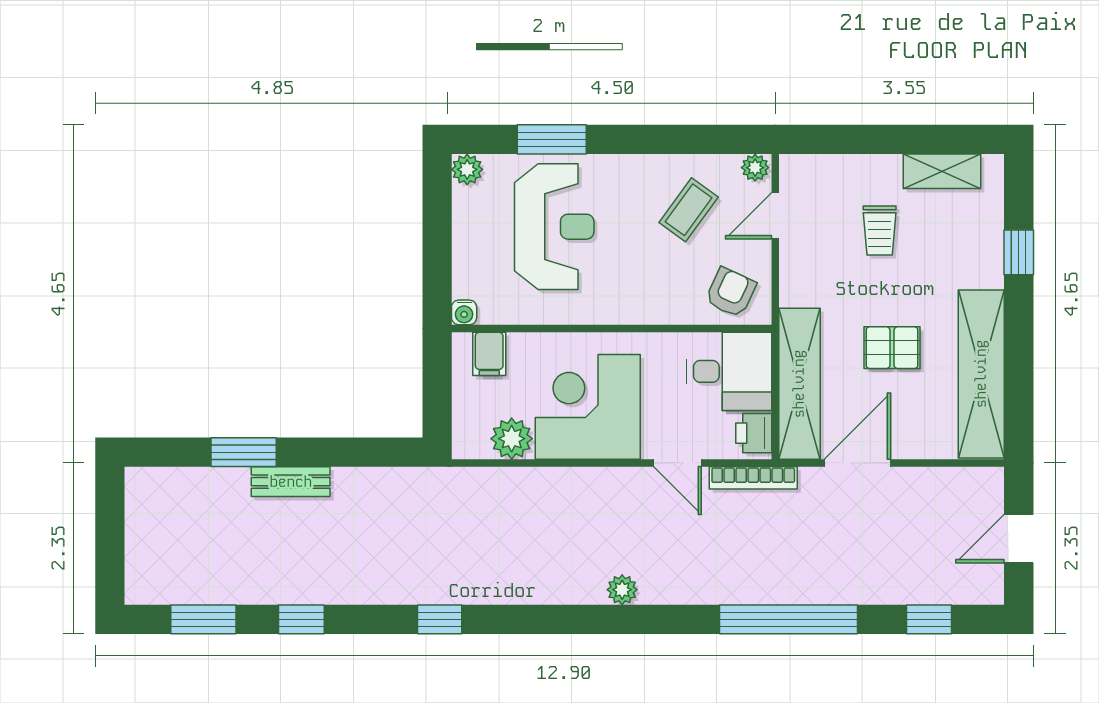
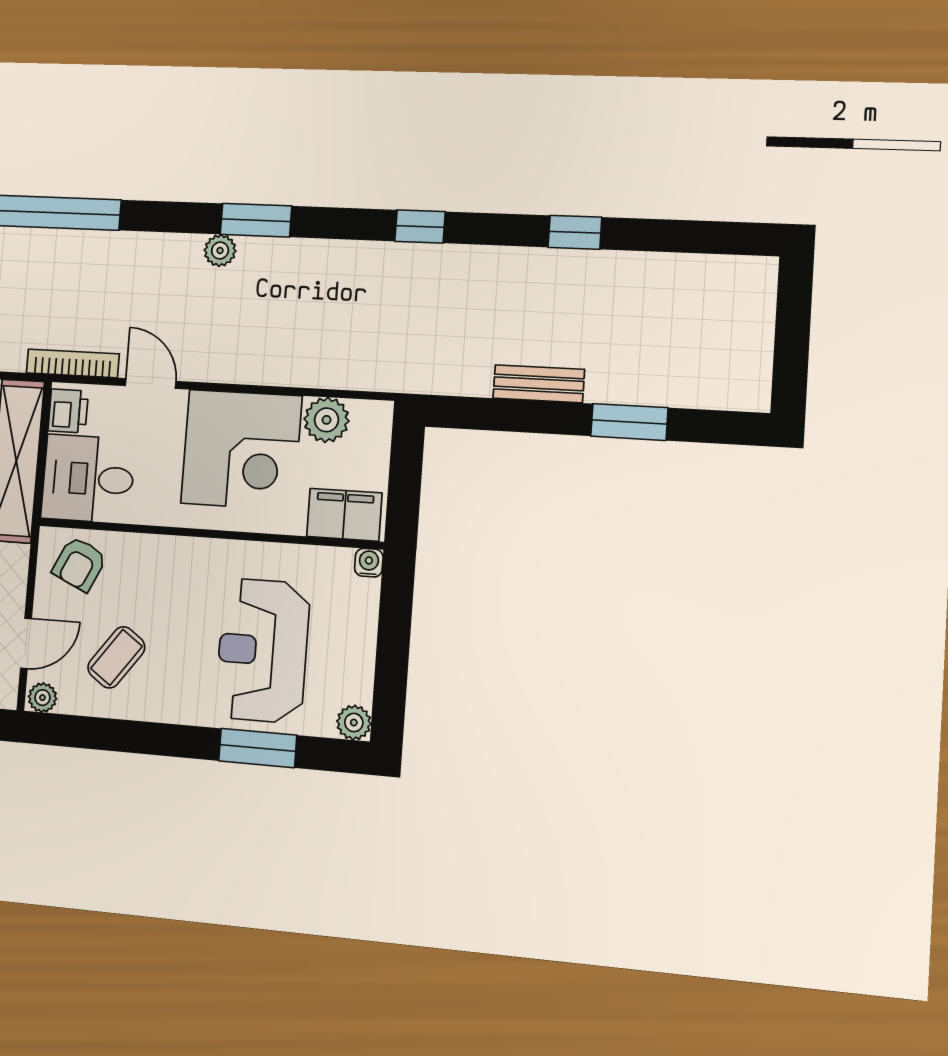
filing cabinet: (489, 354) -> (344, 515), width x2.00
bench: (291, 482) -> (539, 384), moved
window: (203, 619) -> (256, 220), moved

